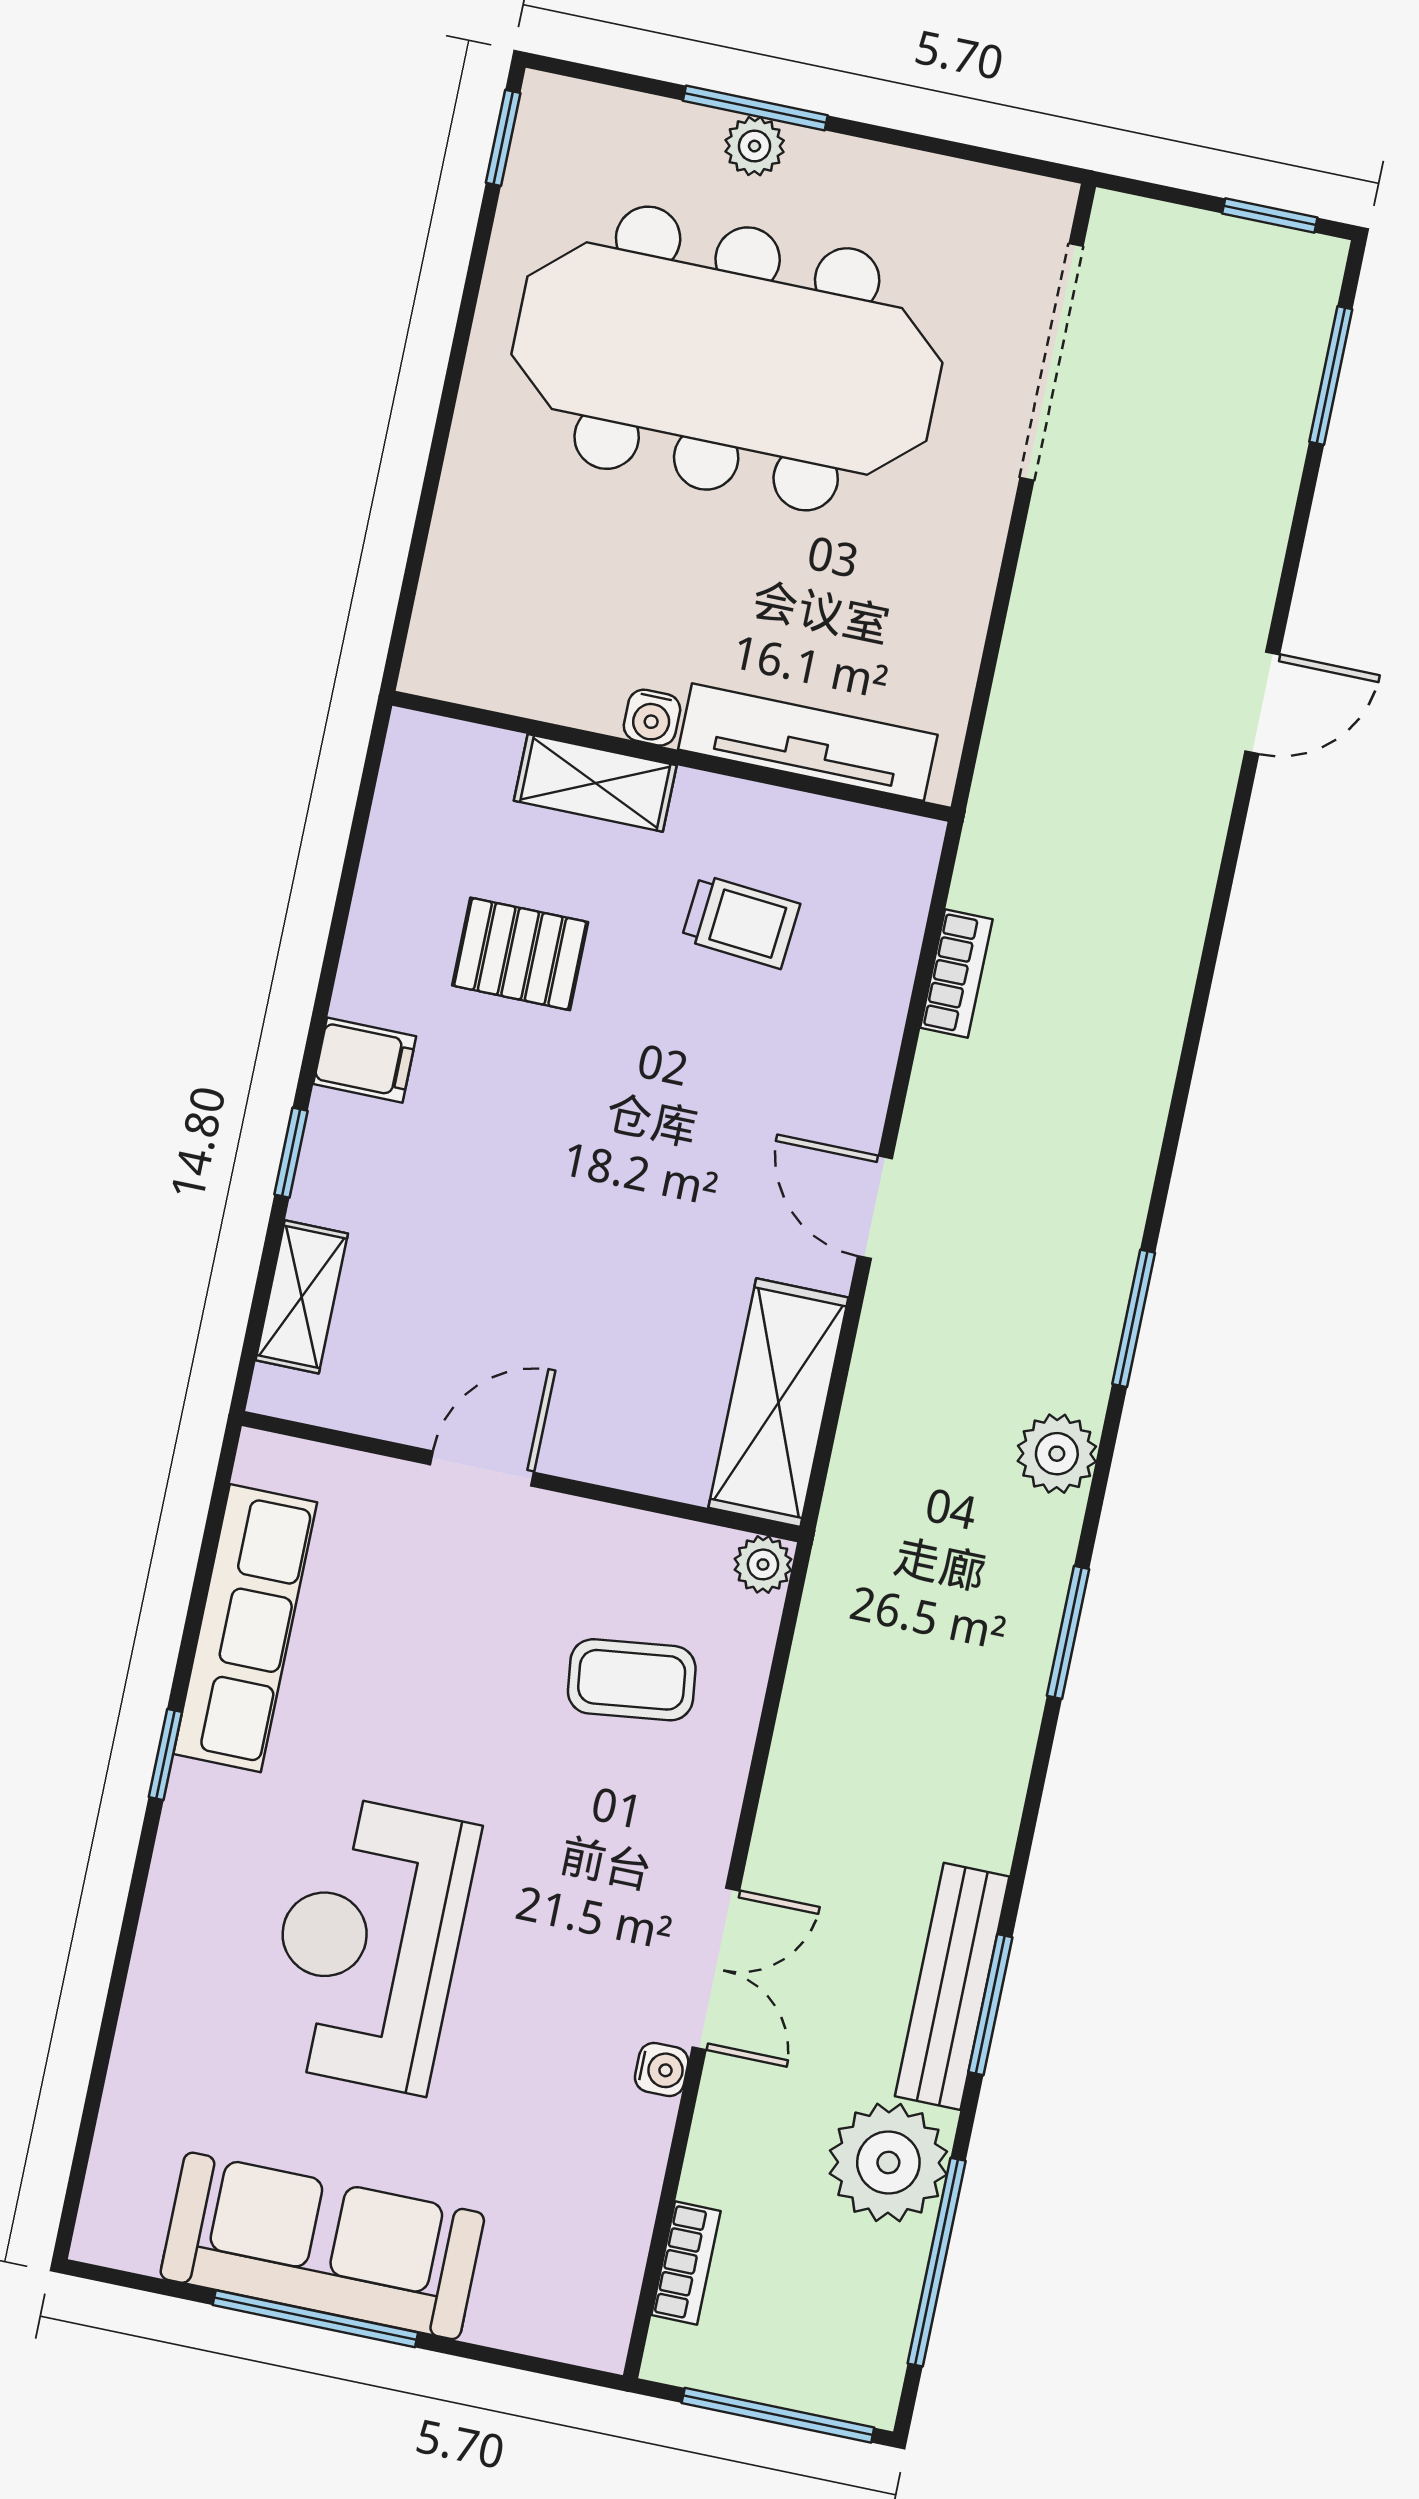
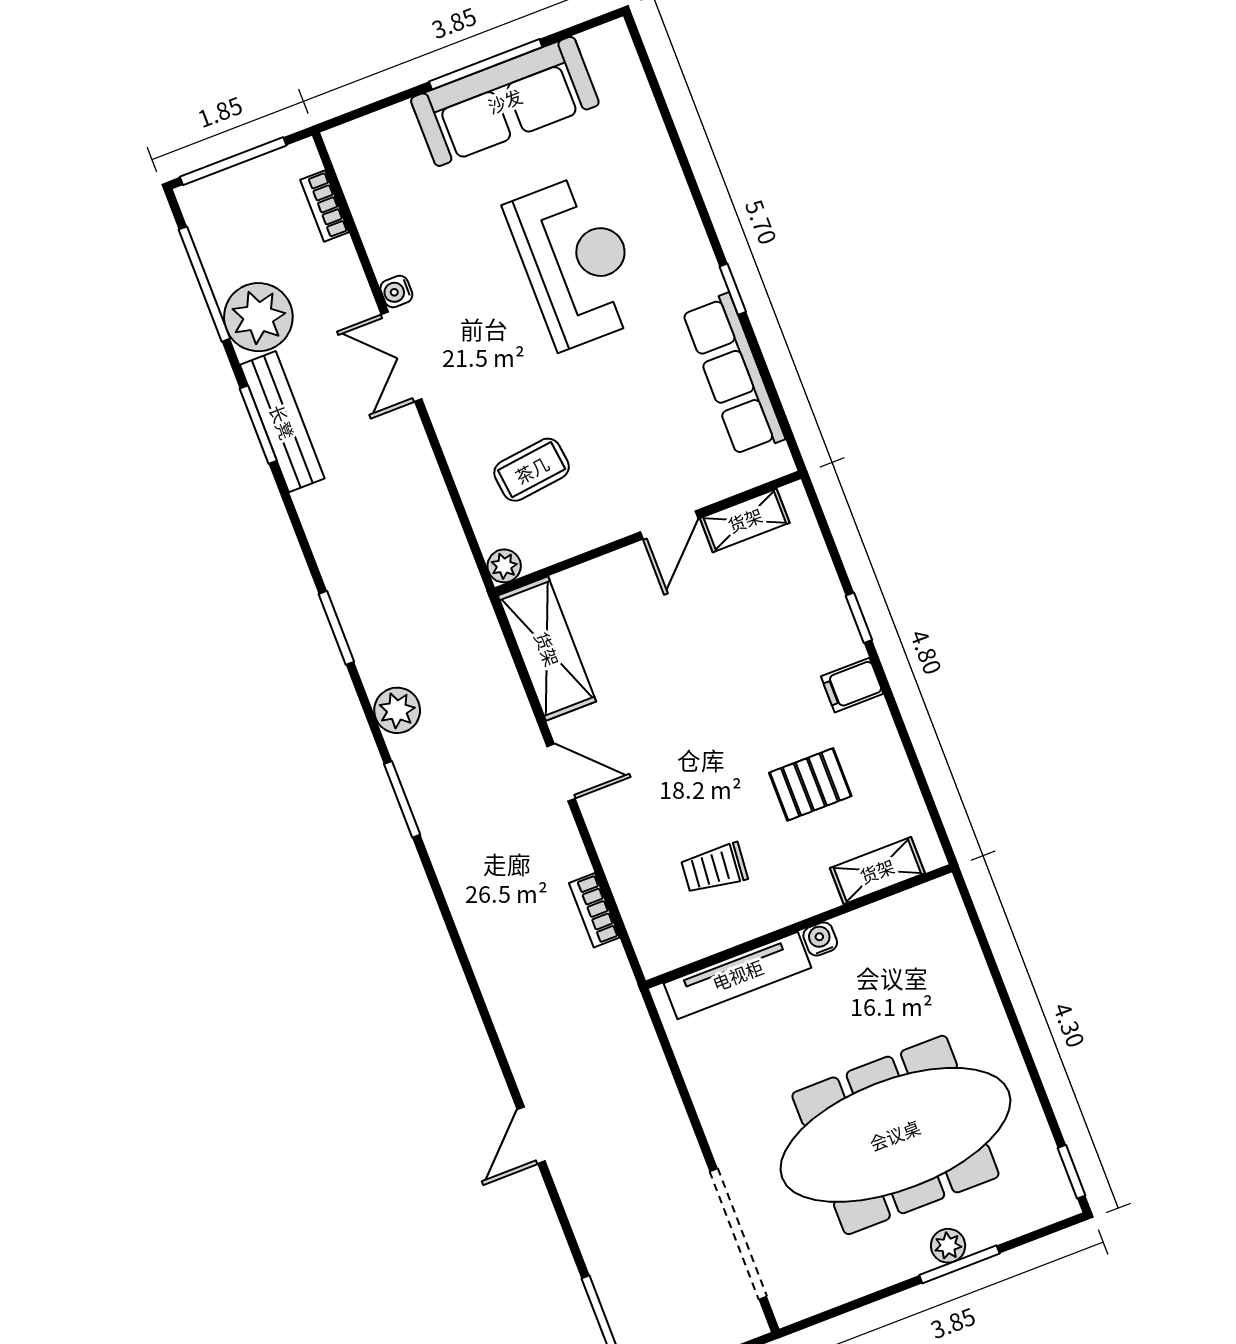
shelving: (595, 783) -> (877, 871), moved
shelving: (302, 1297) -> (745, 520), moved, turned 90

